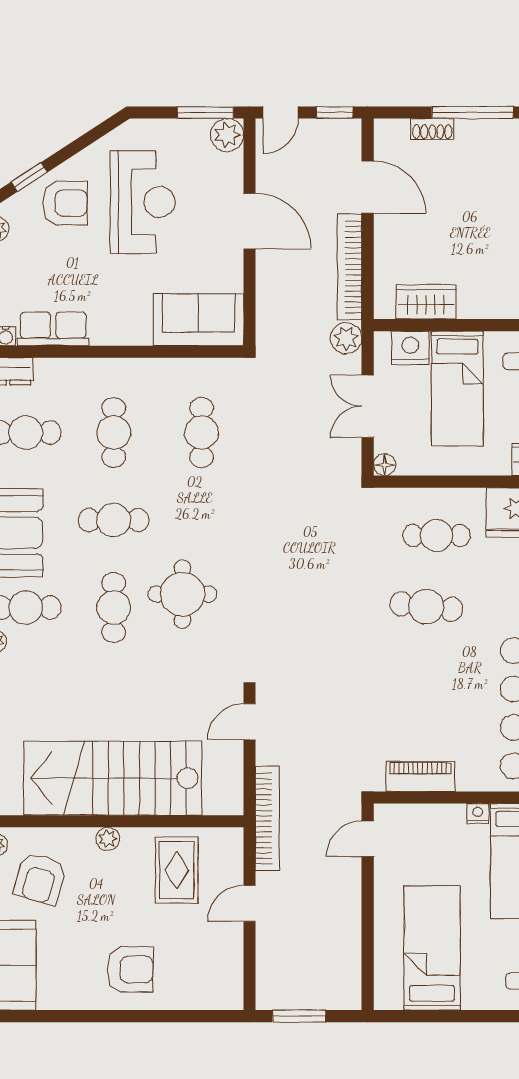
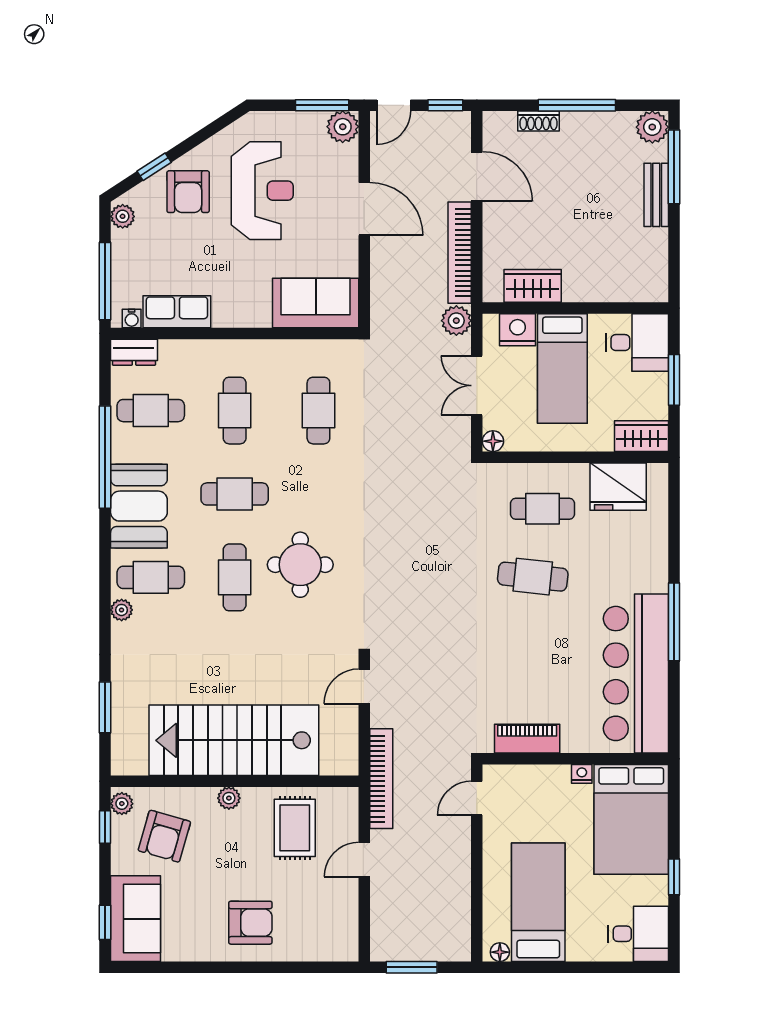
armchair: (65, 203) -> (188, 192), turned 90
floor lamp: (392, 1000) -> (500, 952), added

